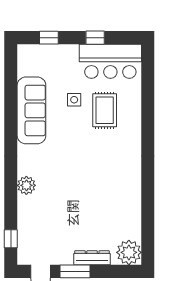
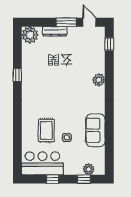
plant: (42, 52) -> (89, 169), added
sofa: (31, 110) -> (95, 130), width x0.73
window: (148, 193) -> (17, 75), added

